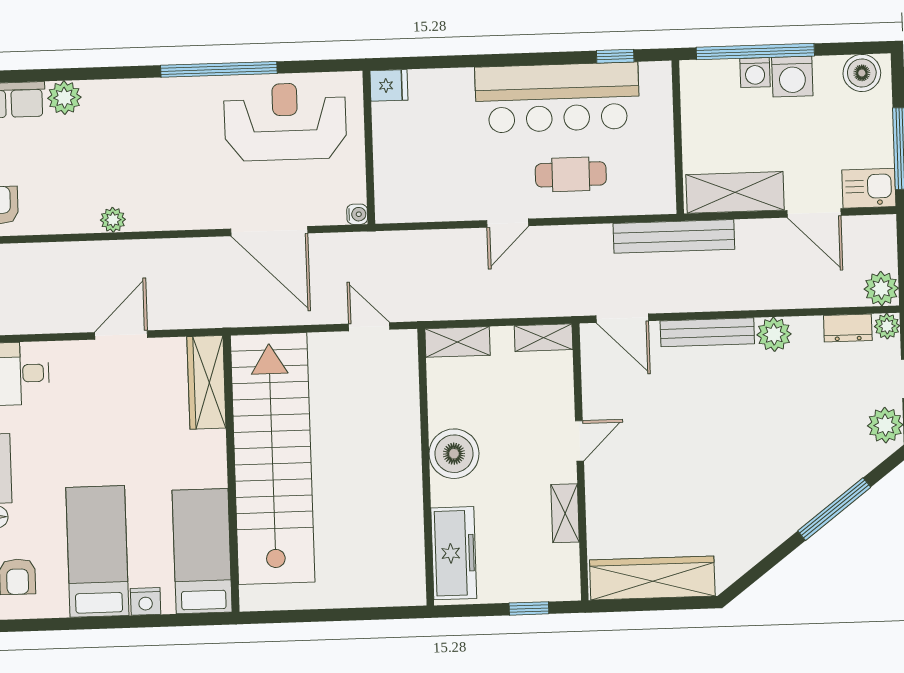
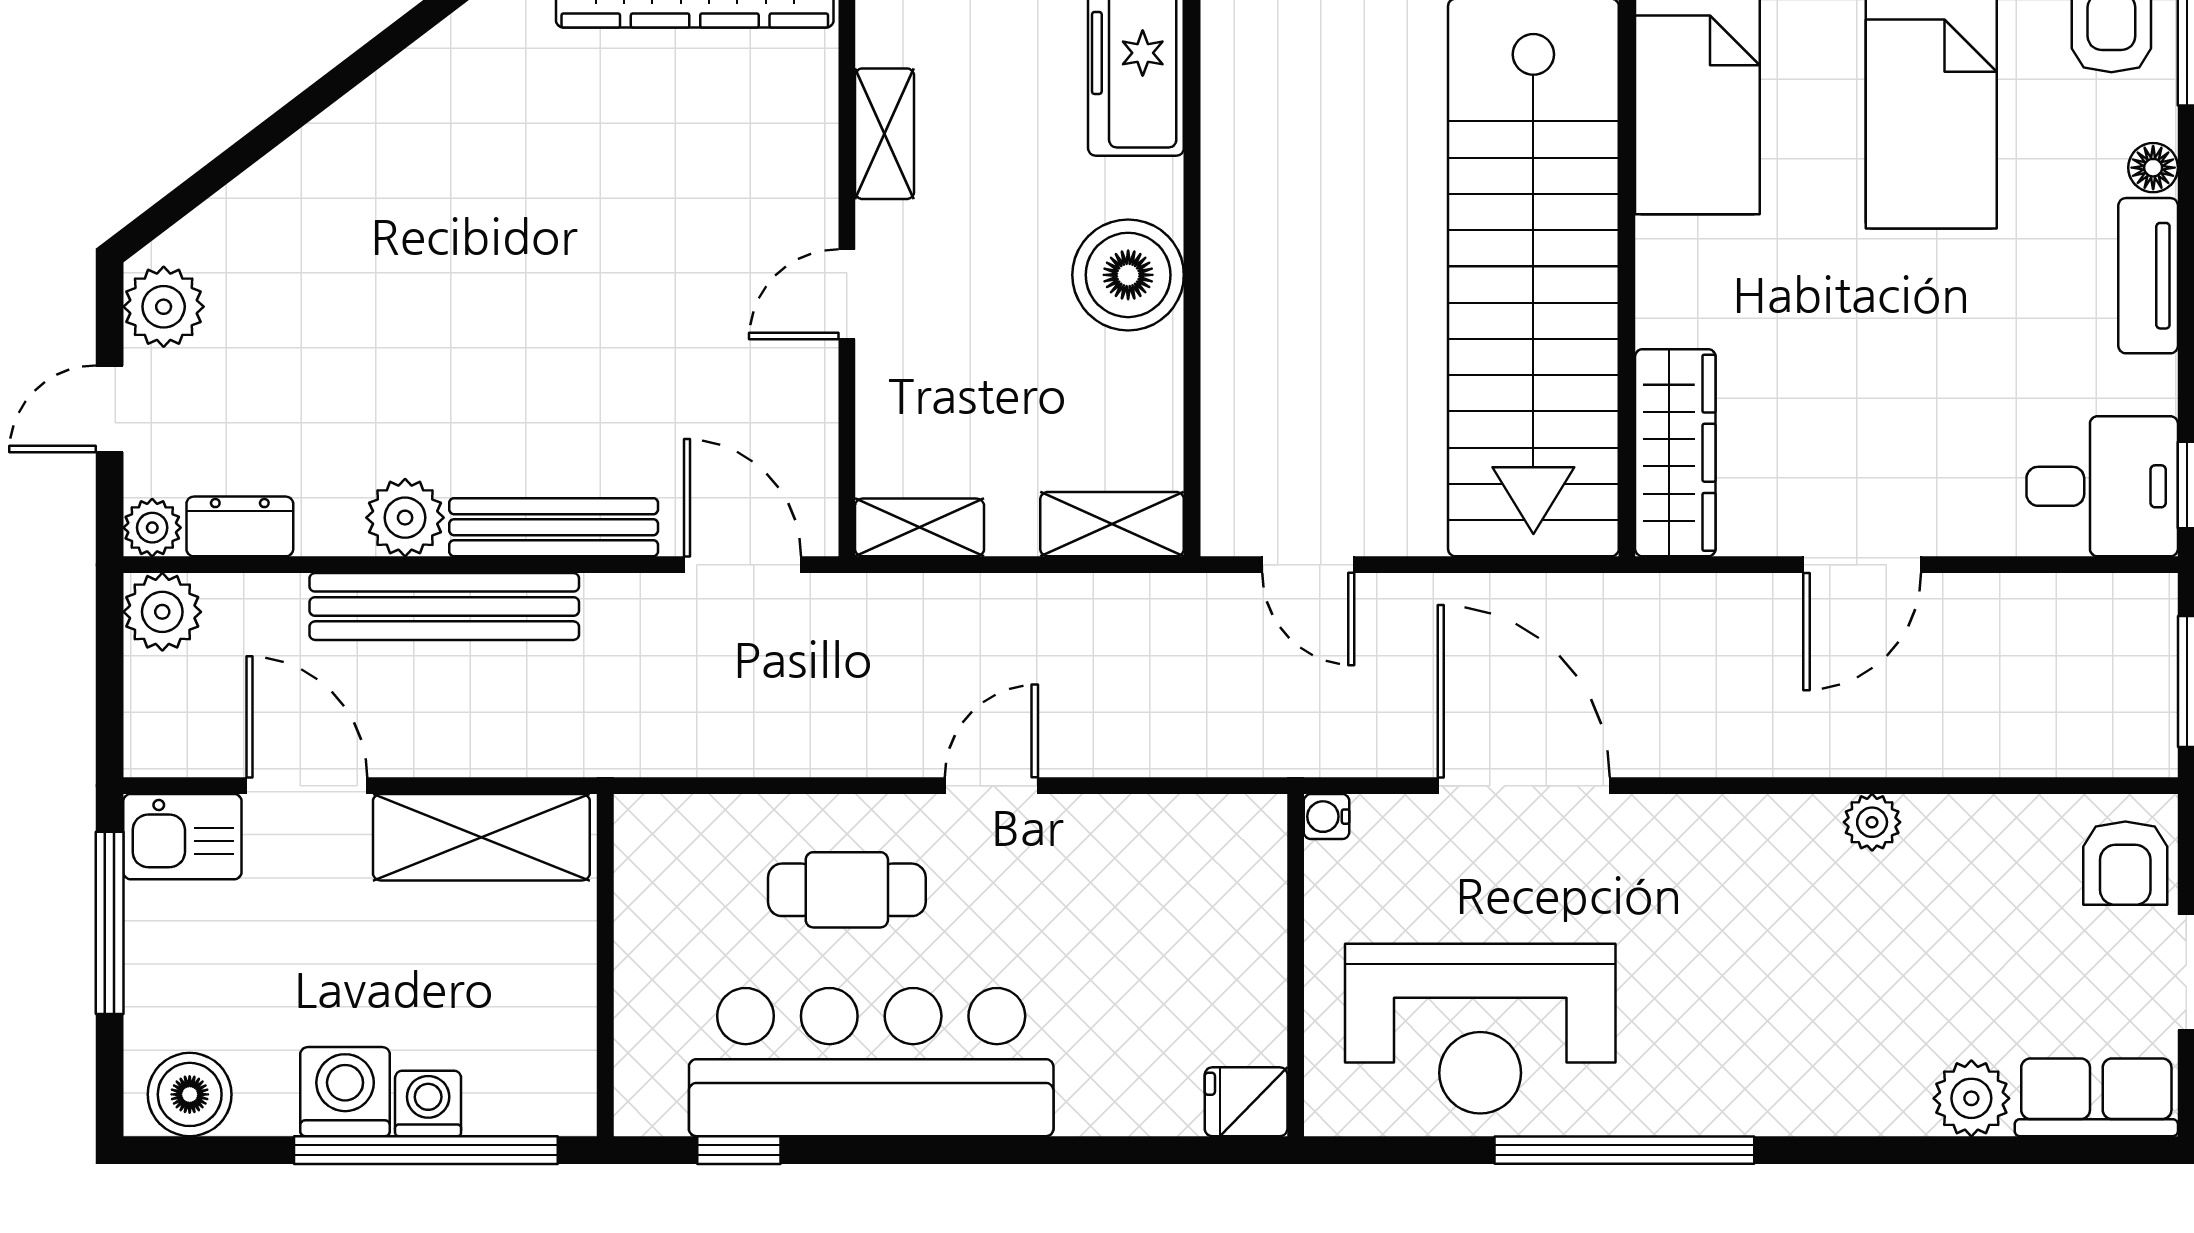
bench: (674, 236) -> (444, 606), moved
window: (834, 509) -> (284, 123), removed

